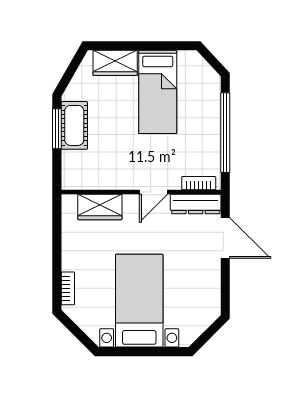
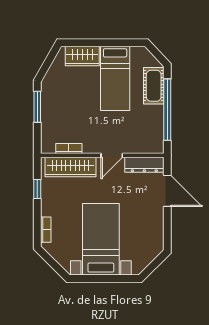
cot: (74, 125) -> (154, 86), moved
bookcase: (199, 183) -> (69, 149), moved
wardrobe: (100, 207) -> (70, 167), width x1.50
window: (57, 236) -> (37, 189), added

